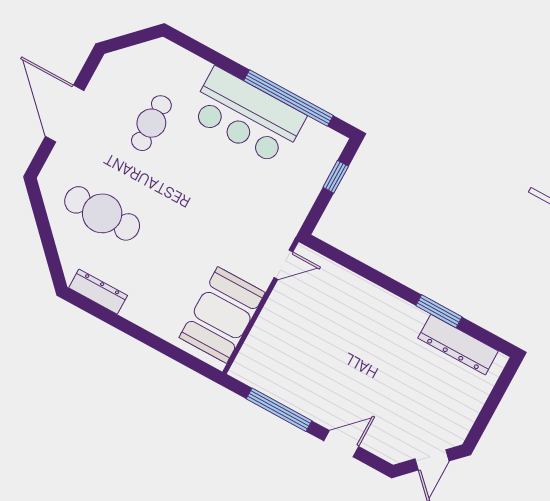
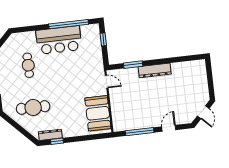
door: (283, 265) -> (107, 82), hinge flipped
window: (439, 311) -> (133, 65), moved
window: (102, 313) -> (57, 141), added
dresser: (458, 345) -> (155, 70), moved

